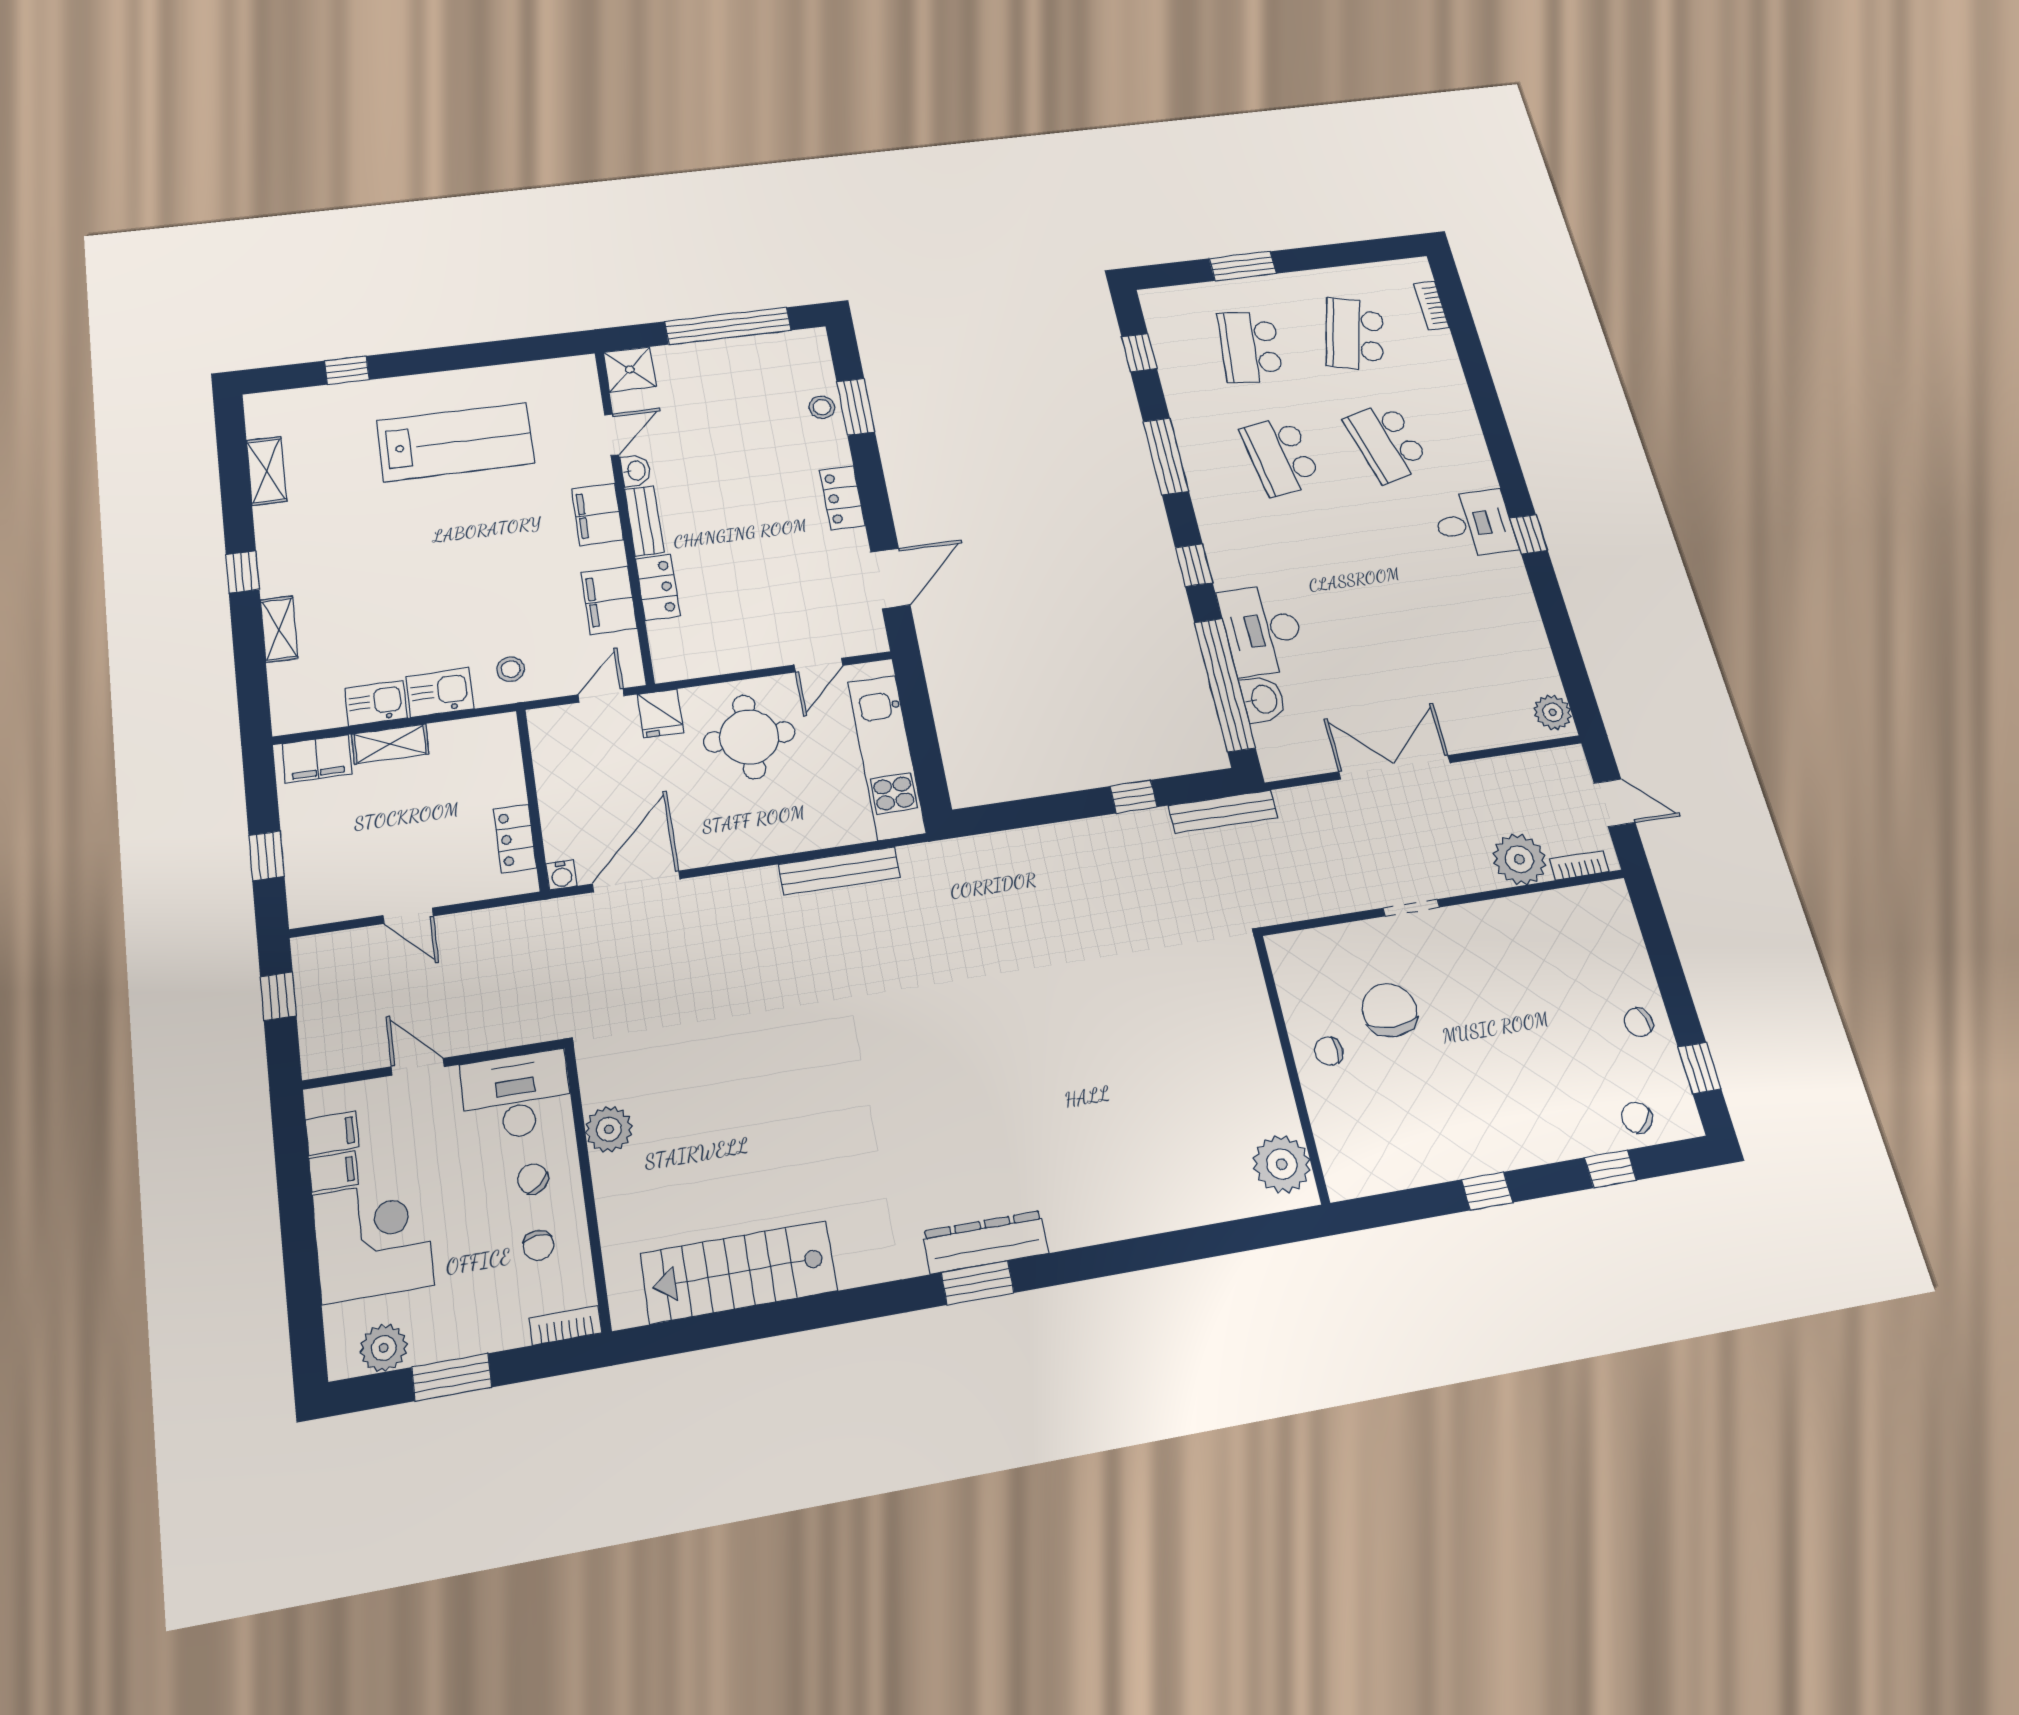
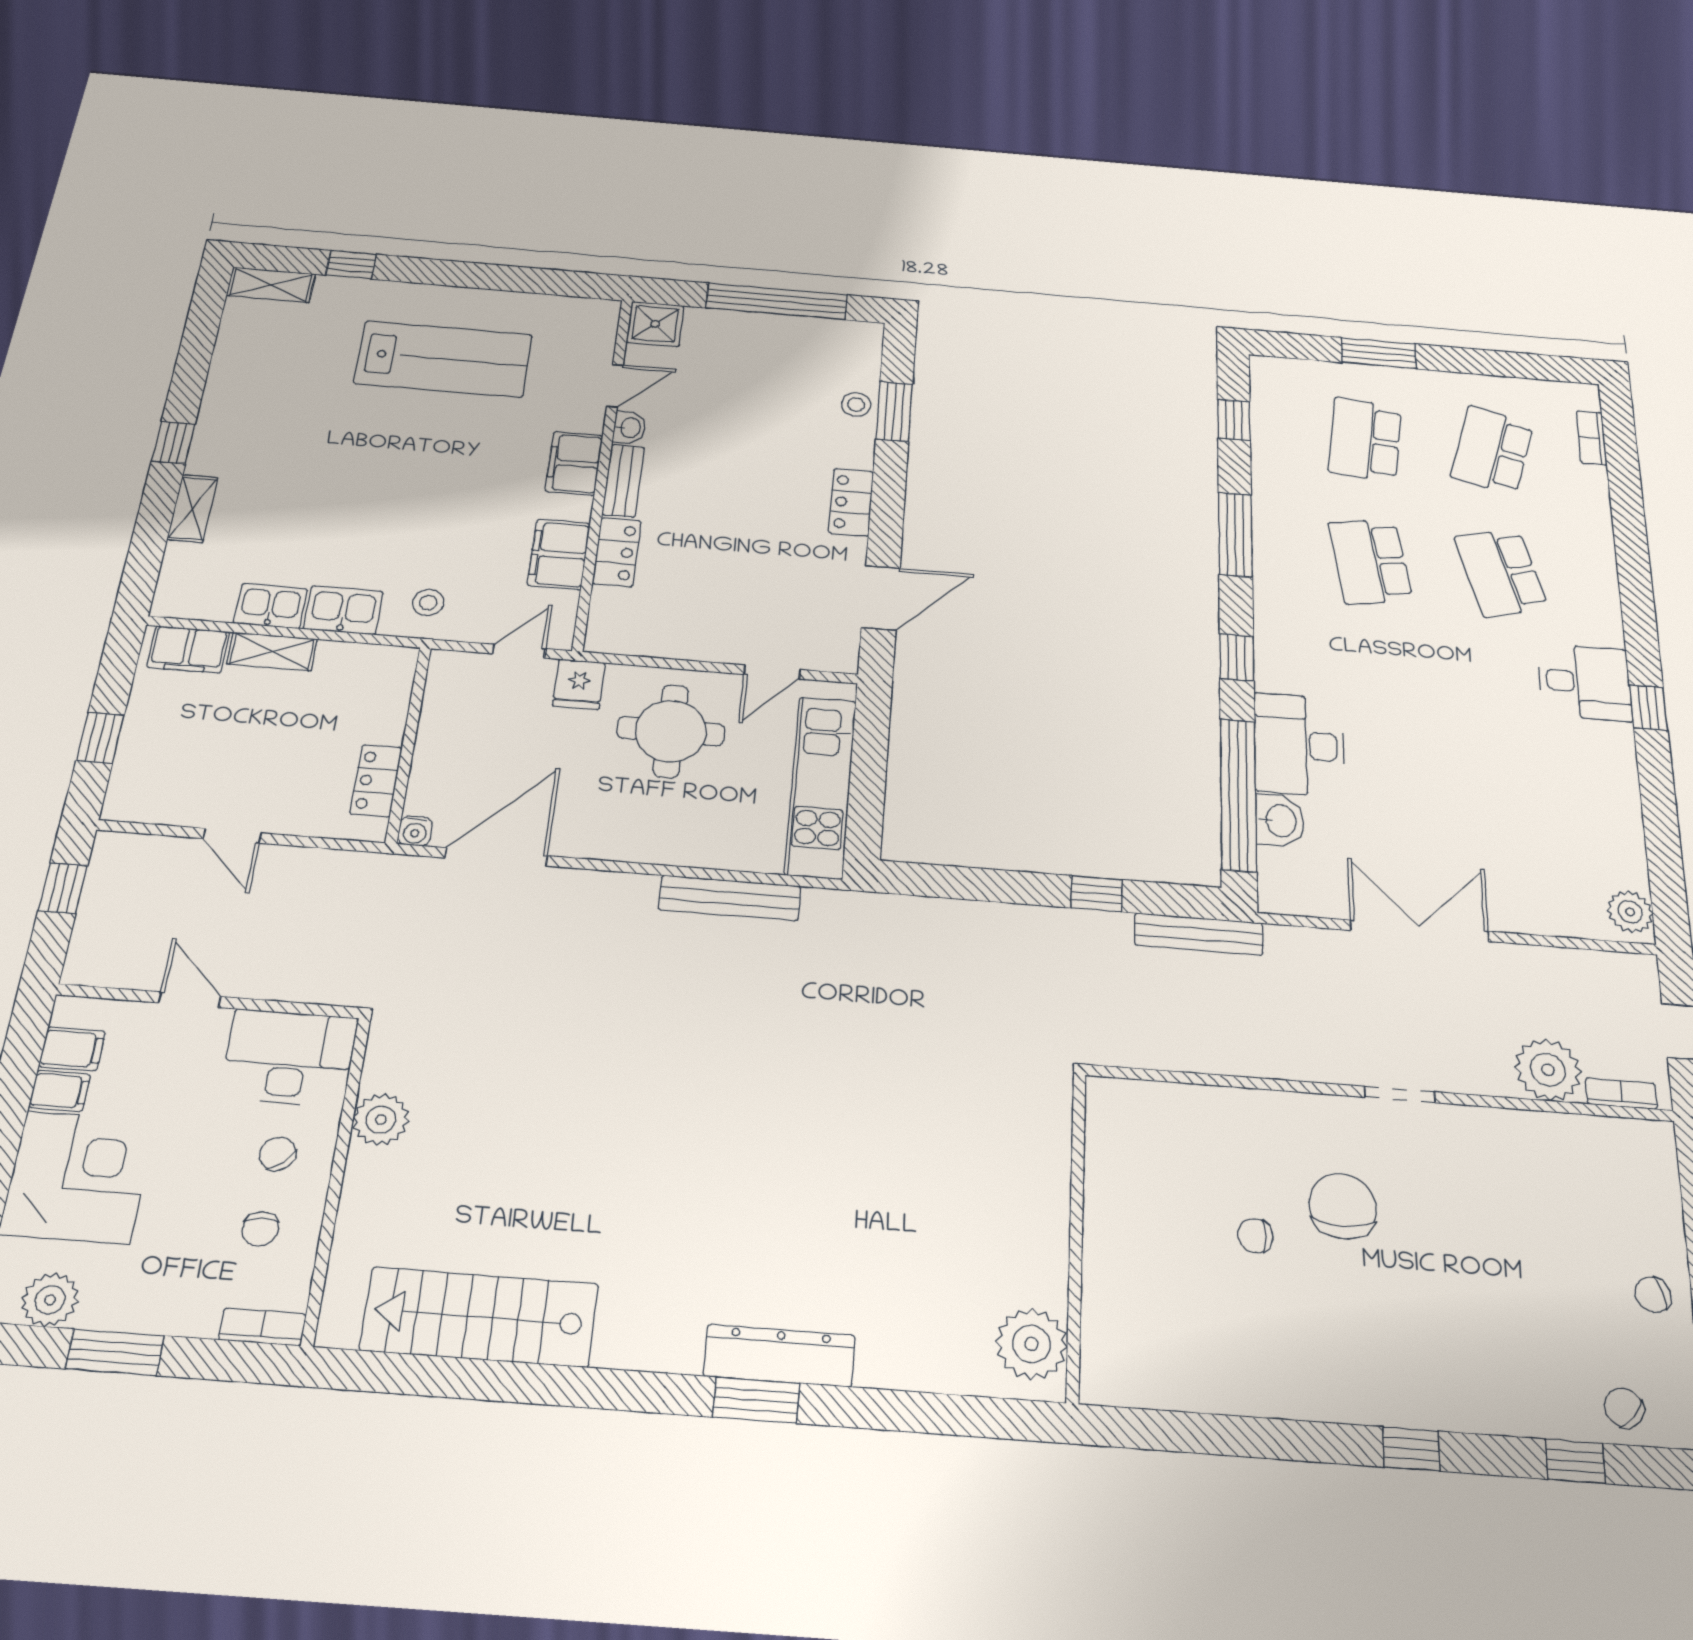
shelving: (266, 471) -> (271, 285), moved, turned 90
wall: (1291, 1067) -> (1076, 1234), moved
plant: (1282, 1164) -> (1031, 1344), moved

